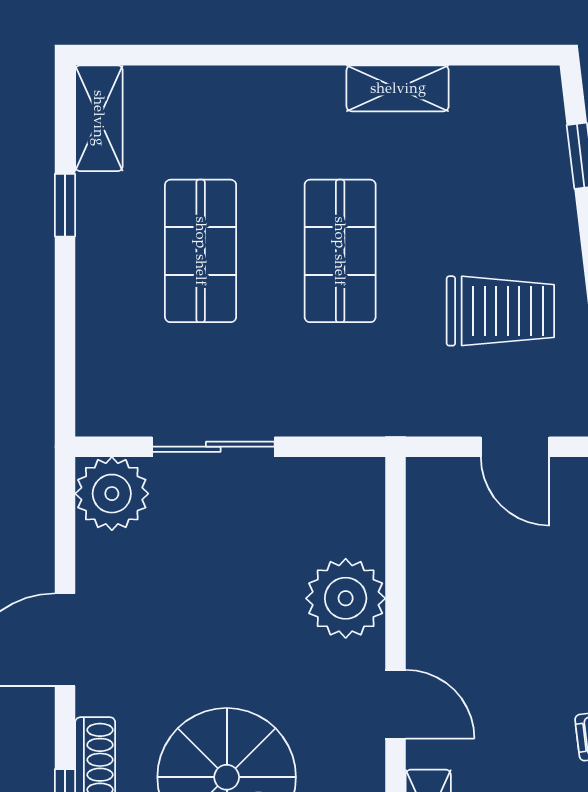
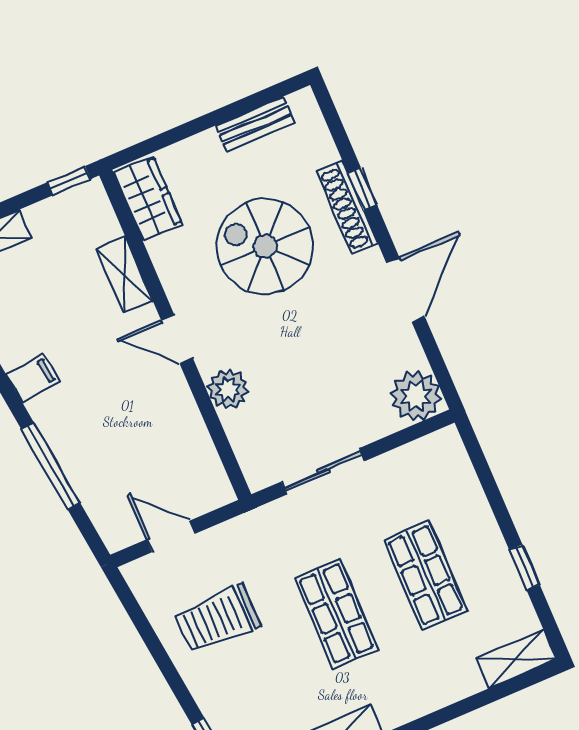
shelving: (99, 118) -> (516, 659), moved, turned 90
sliding door: (213, 447) -> (323, 471), moved
plant: (346, 598) -> (228, 389), width x0.73, depth x0.73

